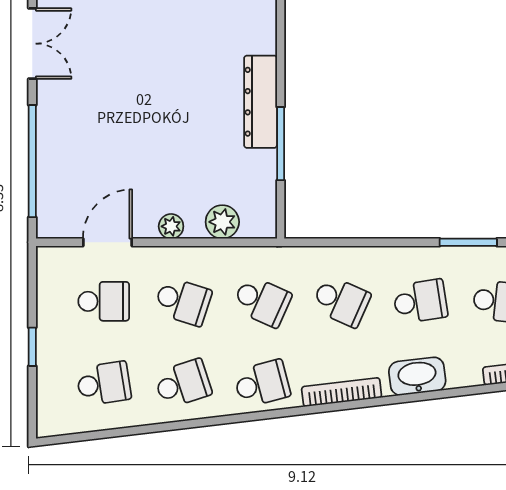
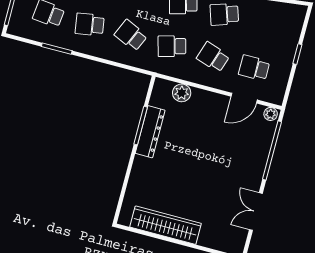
dresser: (261, 102) -> (150, 132), moved
plant: (171, 226) -> (271, 114), moved
school desk: (262, 301) -> (172, 46), turned -39
school desk: (104, 384) -> (265, 25), removed

